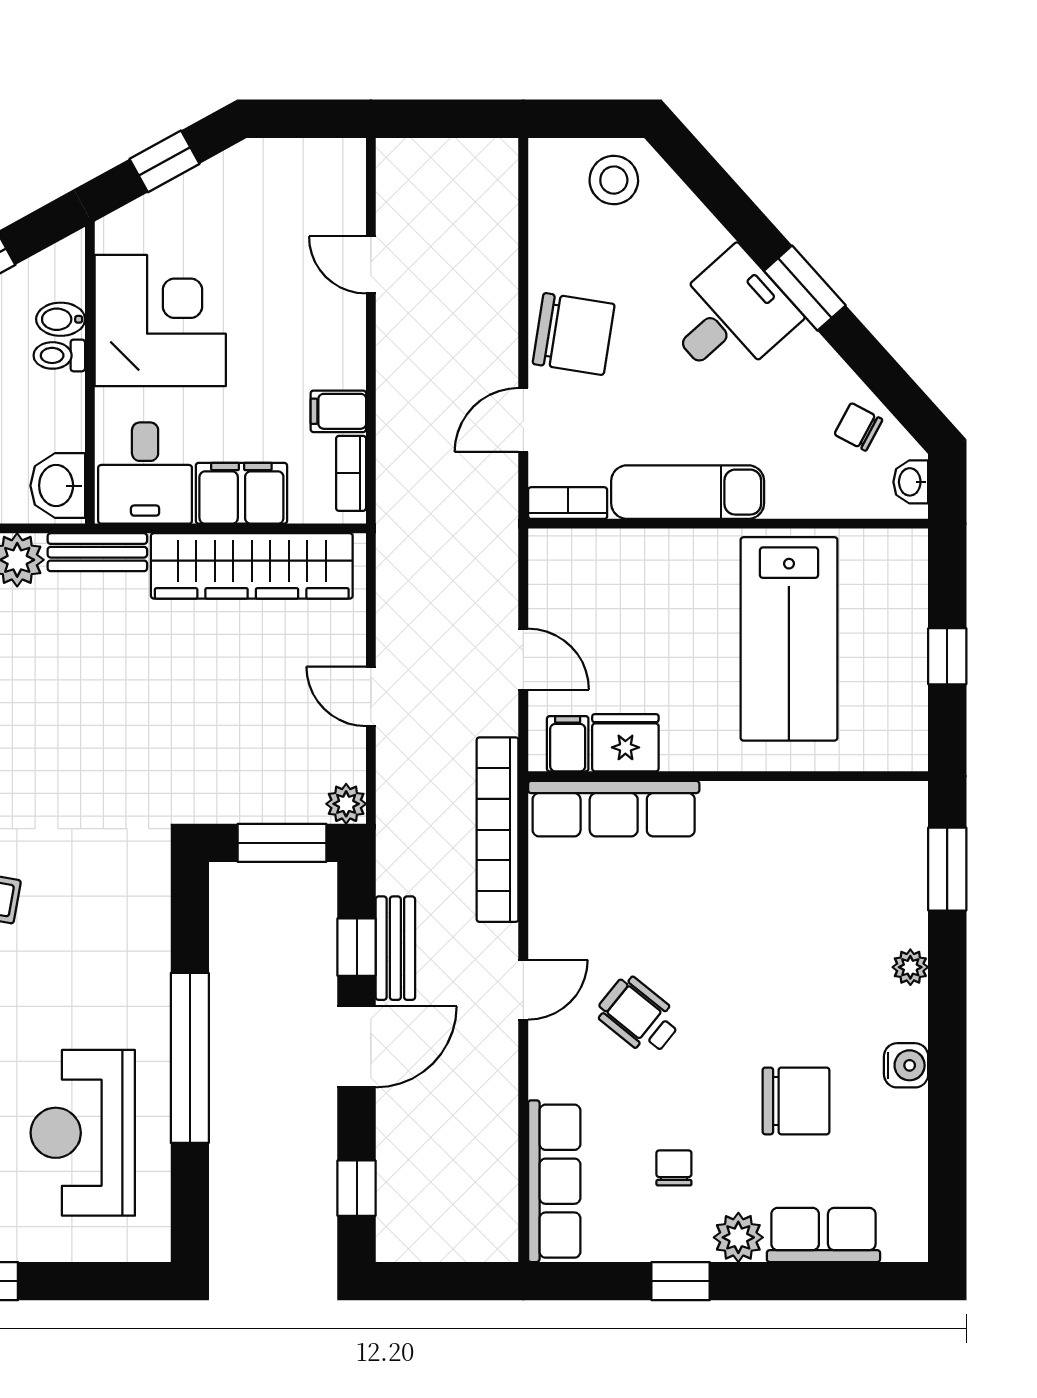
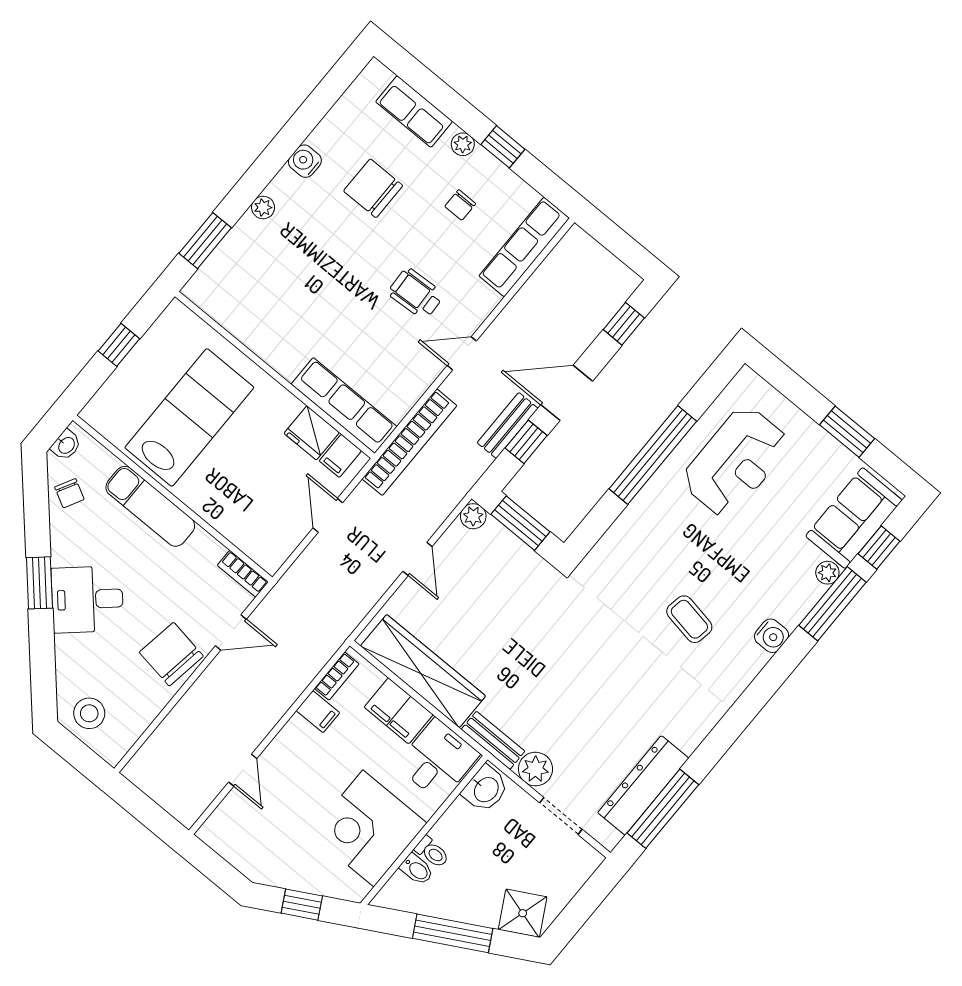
exam couch: (688, 492) -> (150, 506), moved
wheelchair: (639, 1016) -> (416, 294), turned 138
plant: (738, 1237) -> (463, 144), width x0.73, depth x0.73

